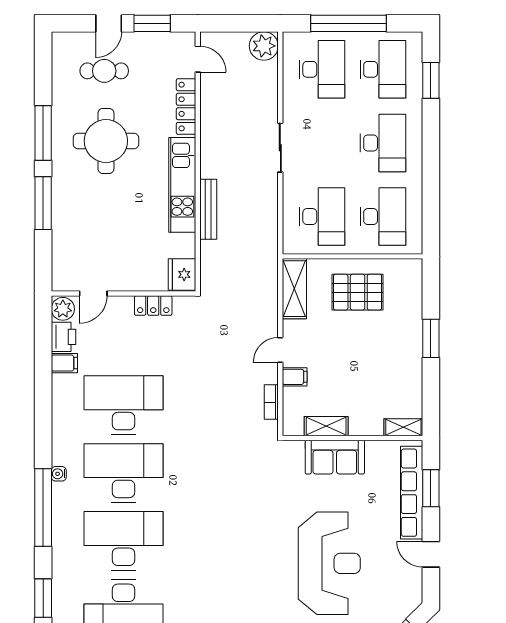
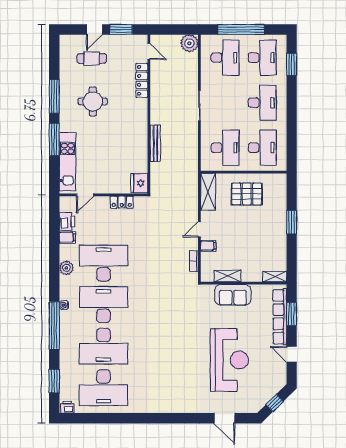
round table: (106, 141) -> (93, 101), width x0.73, depth x0.73
kitchen unit: (182, 185) -> (68, 162), moved, turned 180
plant: (63, 309) -> (66, 268), moved
desk: (123, 541) -> (104, 346), turned 180

